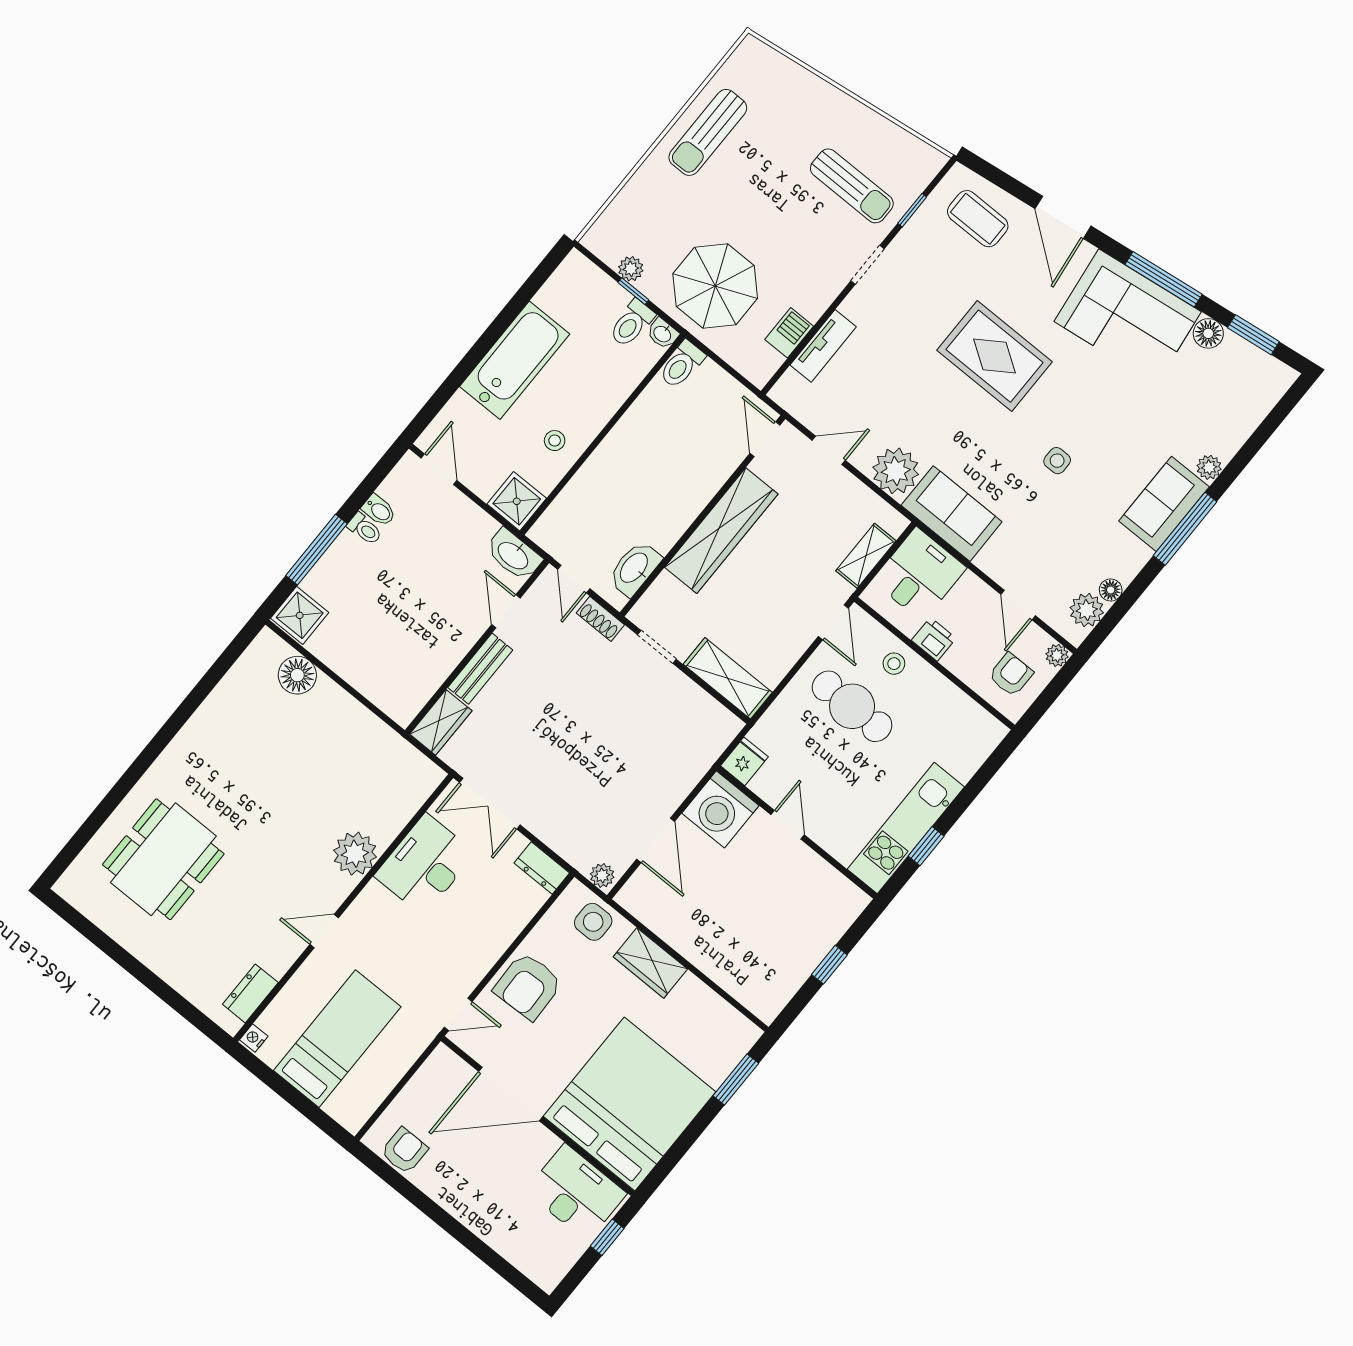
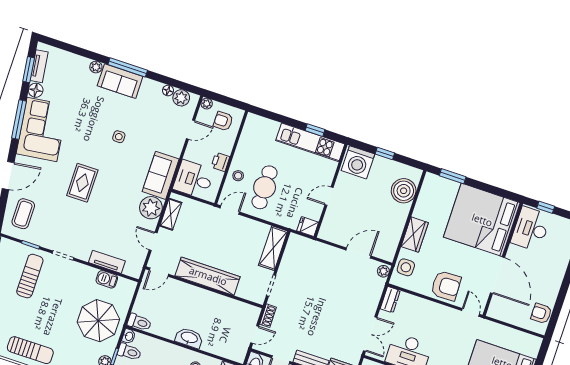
rug: (995, 356) -> (82, 183), width x0.73, depth x0.70
tv unit: (1252, 358) -> (39, 66), added
shelving: (866, 556) -> (171, 214), moved, turned 90
washbasin: (635, 568) -> (189, 338), moved, turned 180
washing machine: (720, 809) -> (358, 162), moved, turned 90
boiler: (743, 974) -> (404, 191), added

